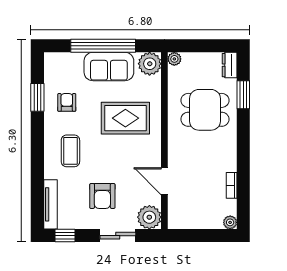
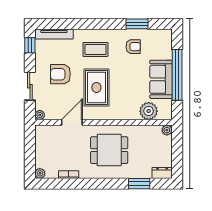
plant: (150, 64) -> (149, 111), moved
dining table: (205, 110) -> (109, 150), moved, turned 90
rug: (125, 118) -> (96, 88), moved
plant: (149, 217) -> (40, 115), width x0.53, depth x0.53

